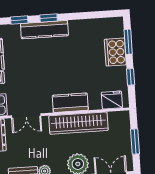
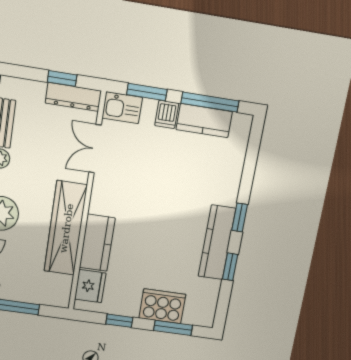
window: (19, 20) -> (230, 267), moved
kitchen counter: (44, 30) -> (217, 243), moved
kitchen counter: (70, 103) -> (97, 243), moved

